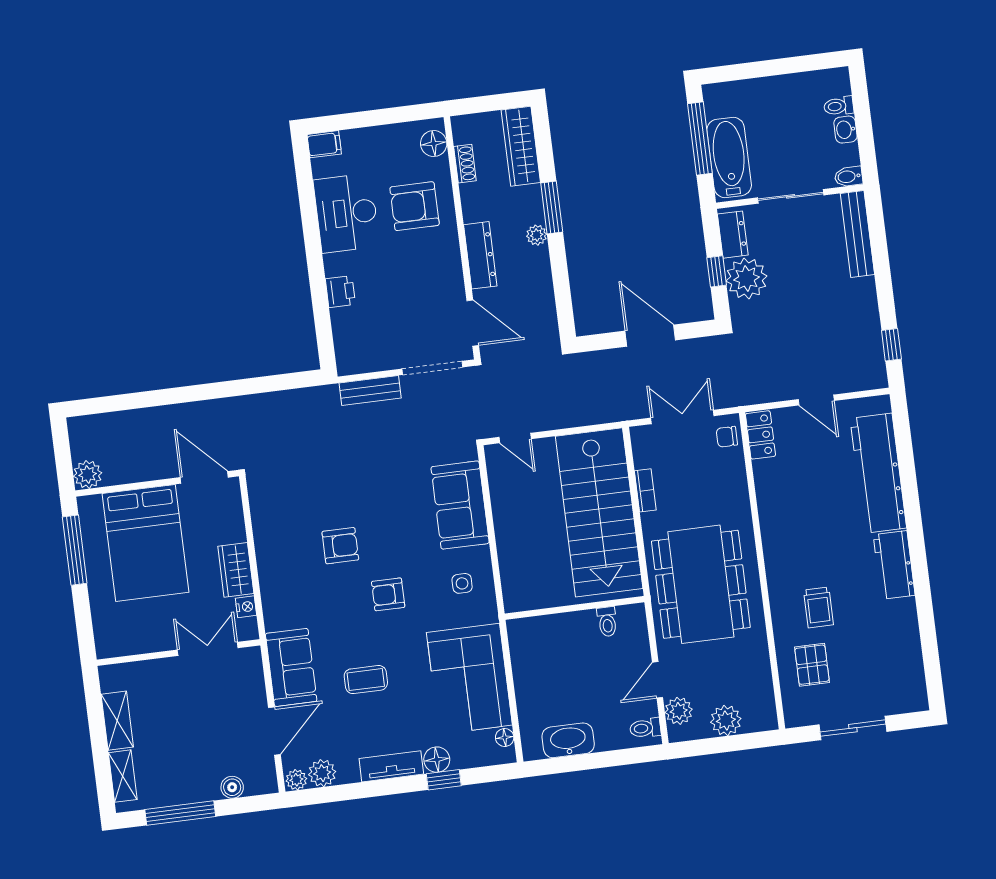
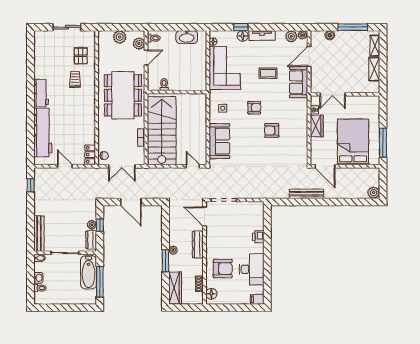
plant: (747, 278) -> (92, 225), width x0.53, depth x0.53
bench: (370, 391) -> (306, 194), moved, width x1.36
plant: (88, 474) -> (374, 193), moved

